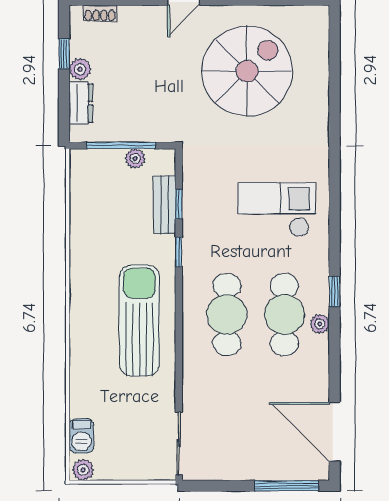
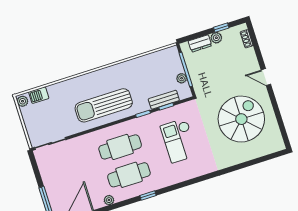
spiral stairs: (247, 71) -> (241, 119), turned -90
checkout: (277, 210) -> (179, 141), moved, turned 180
sun lounger: (139, 320) -> (104, 105), turned 180
plant: (320, 324) -> (109, 200), moved

